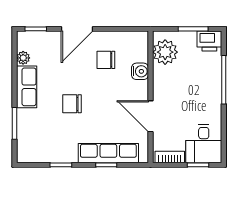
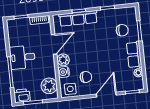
side table: (133, 44) -> (70, 89), added
plant: (139, 91) -> (63, 60), added
chair: (72, 104) -> (122, 30), moved
door: (150, 116) -> (54, 44), hinge flipped
desk: (204, 143) -> (22, 57), moved, turned -90

